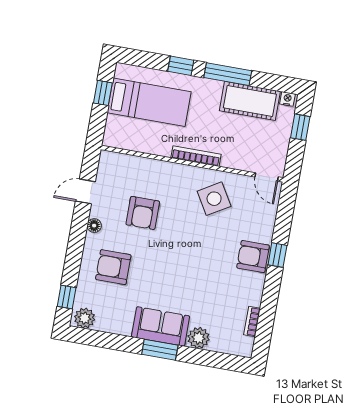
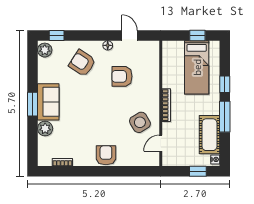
door: (267, 177) -> (161, 143), moved
window: (277, 255) -> (110, 171), removed
armchair: (113, 267) -> (82, 63), turned -57

